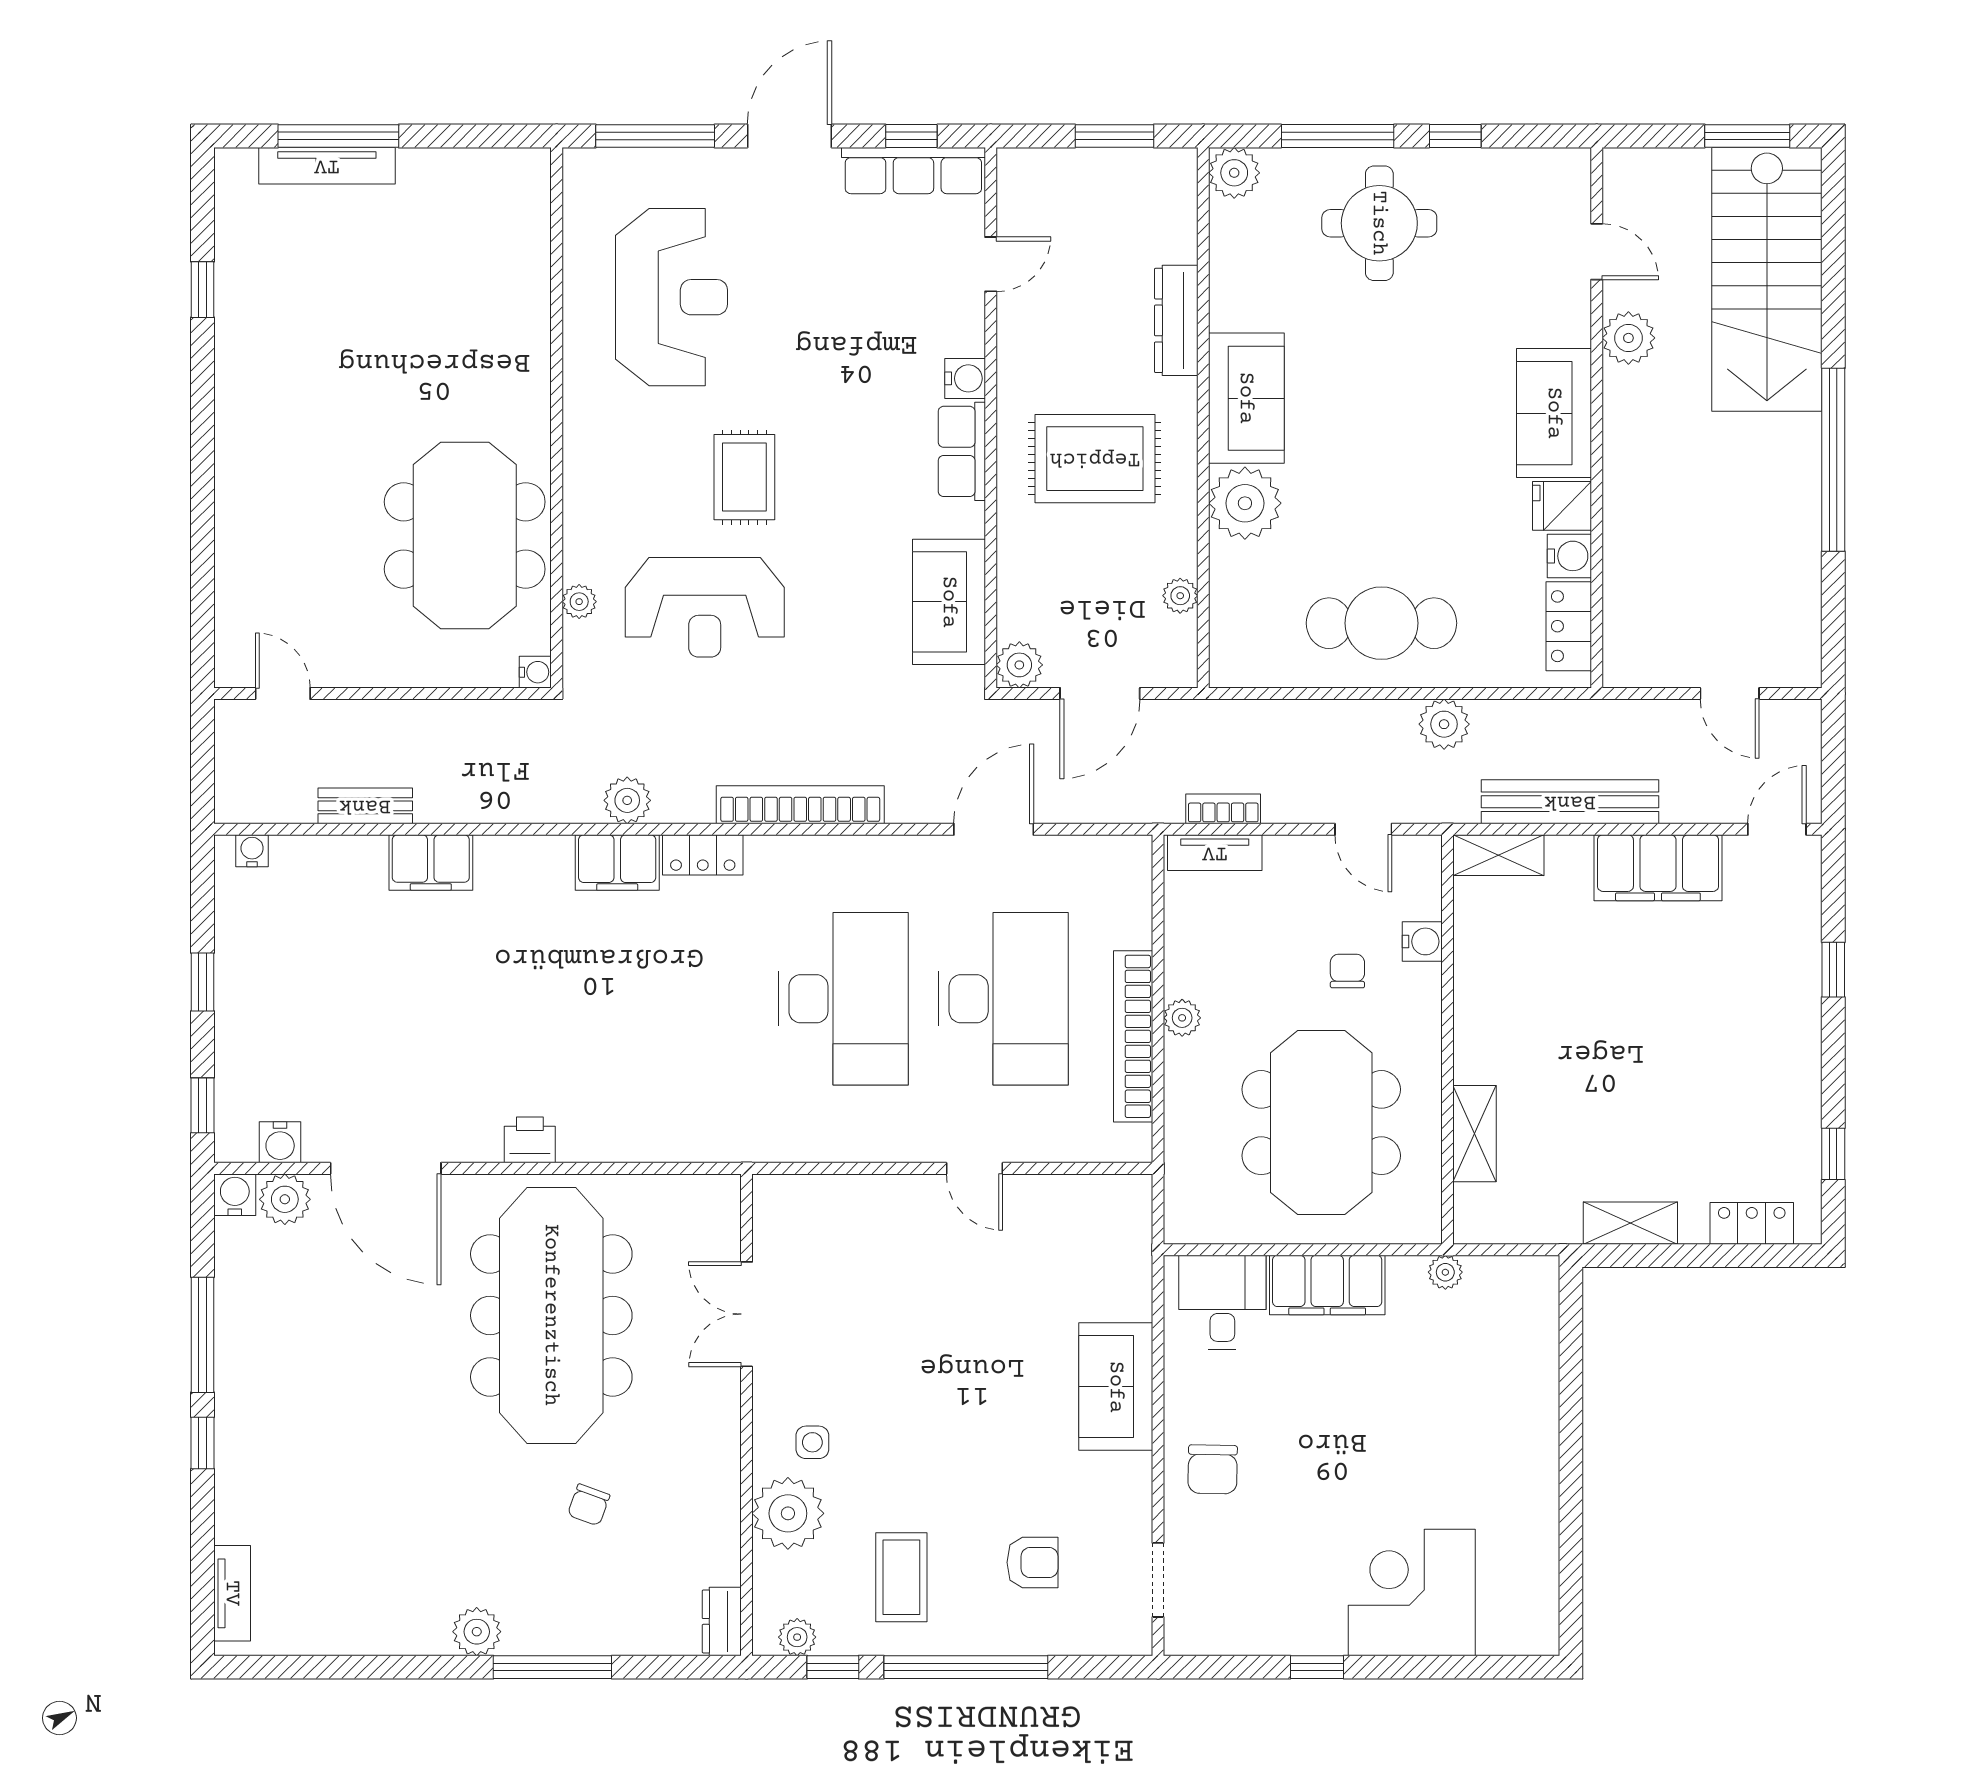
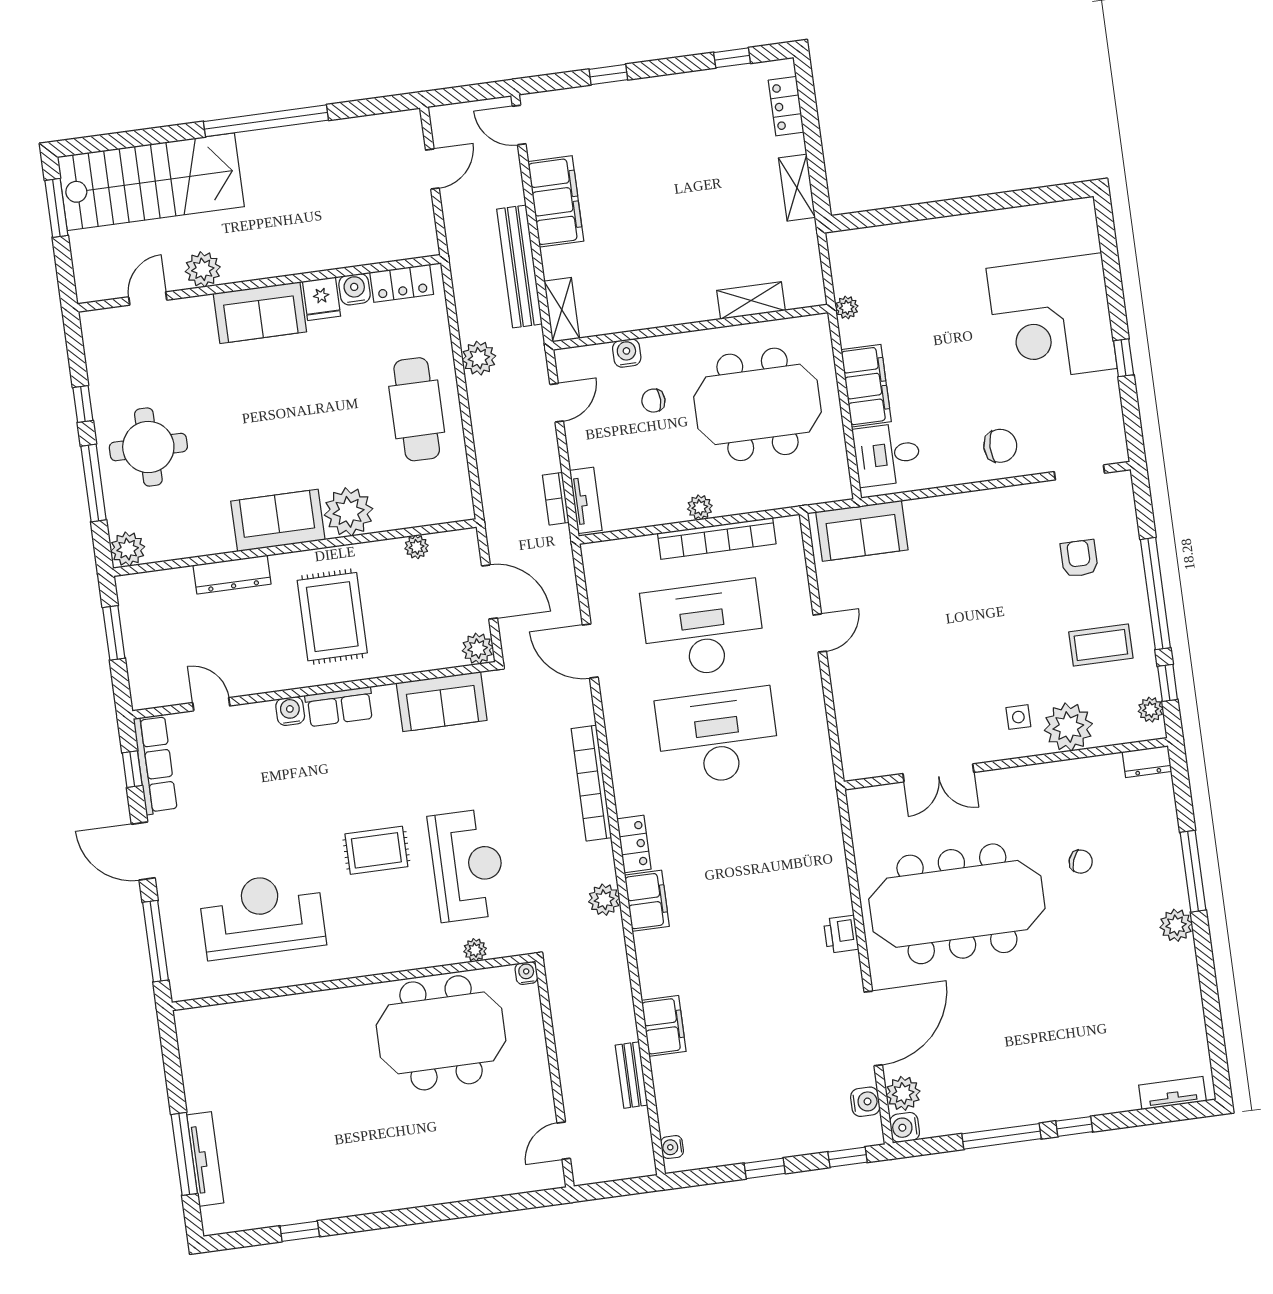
sofa: (1116, 1387) -> (862, 531), moved
corner desk: (1412, 1593) -> (1052, 318), width x1.36, depth x1.36

